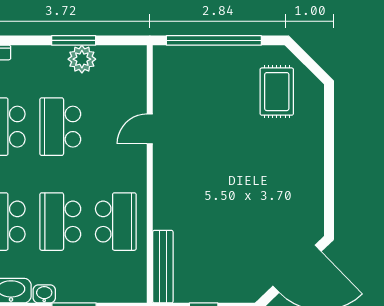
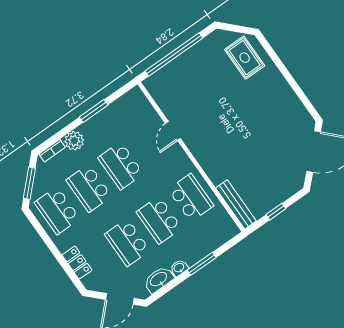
plant: (82, 59) -> (74, 141), moved
rug: (277, 92) -> (245, 58), moved

